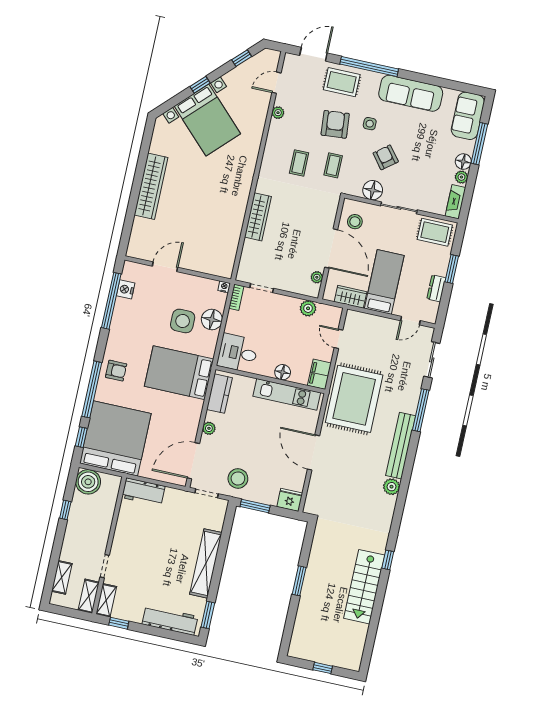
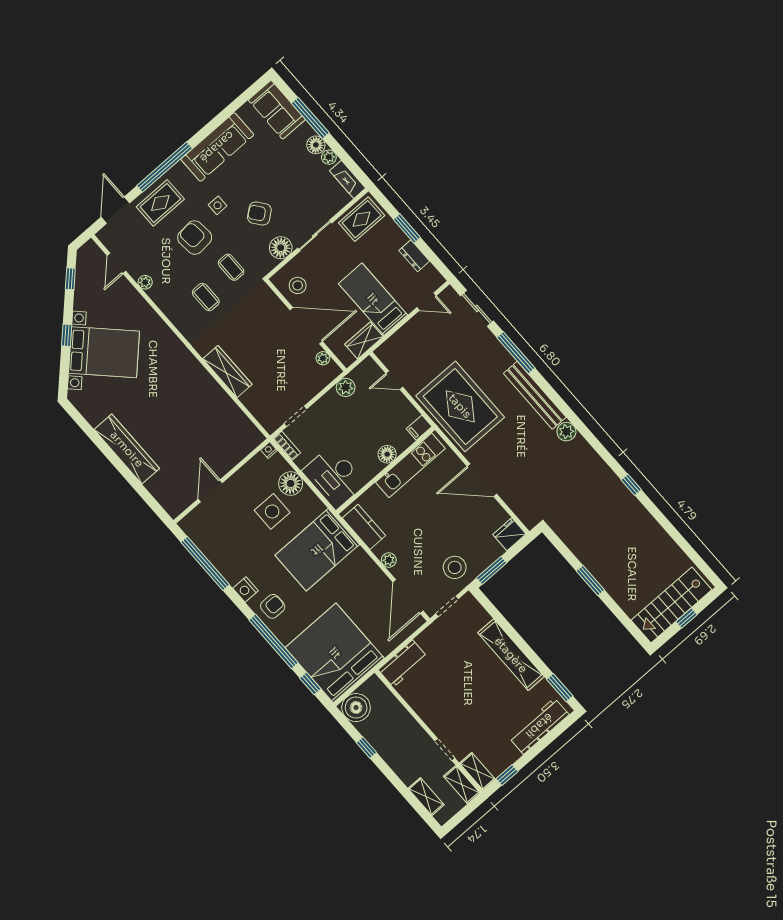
nightstand: (126, 289) -> (246, 589), moved
door: (410, 321) -> (426, 302), hinge flipped
desk: (238, 353) -> (334, 477), width x1.37
filing cabinet: (319, 374) -> (419, 428), width x0.50
stairs: (364, 587) -> (671, 605), moved, turned 90

